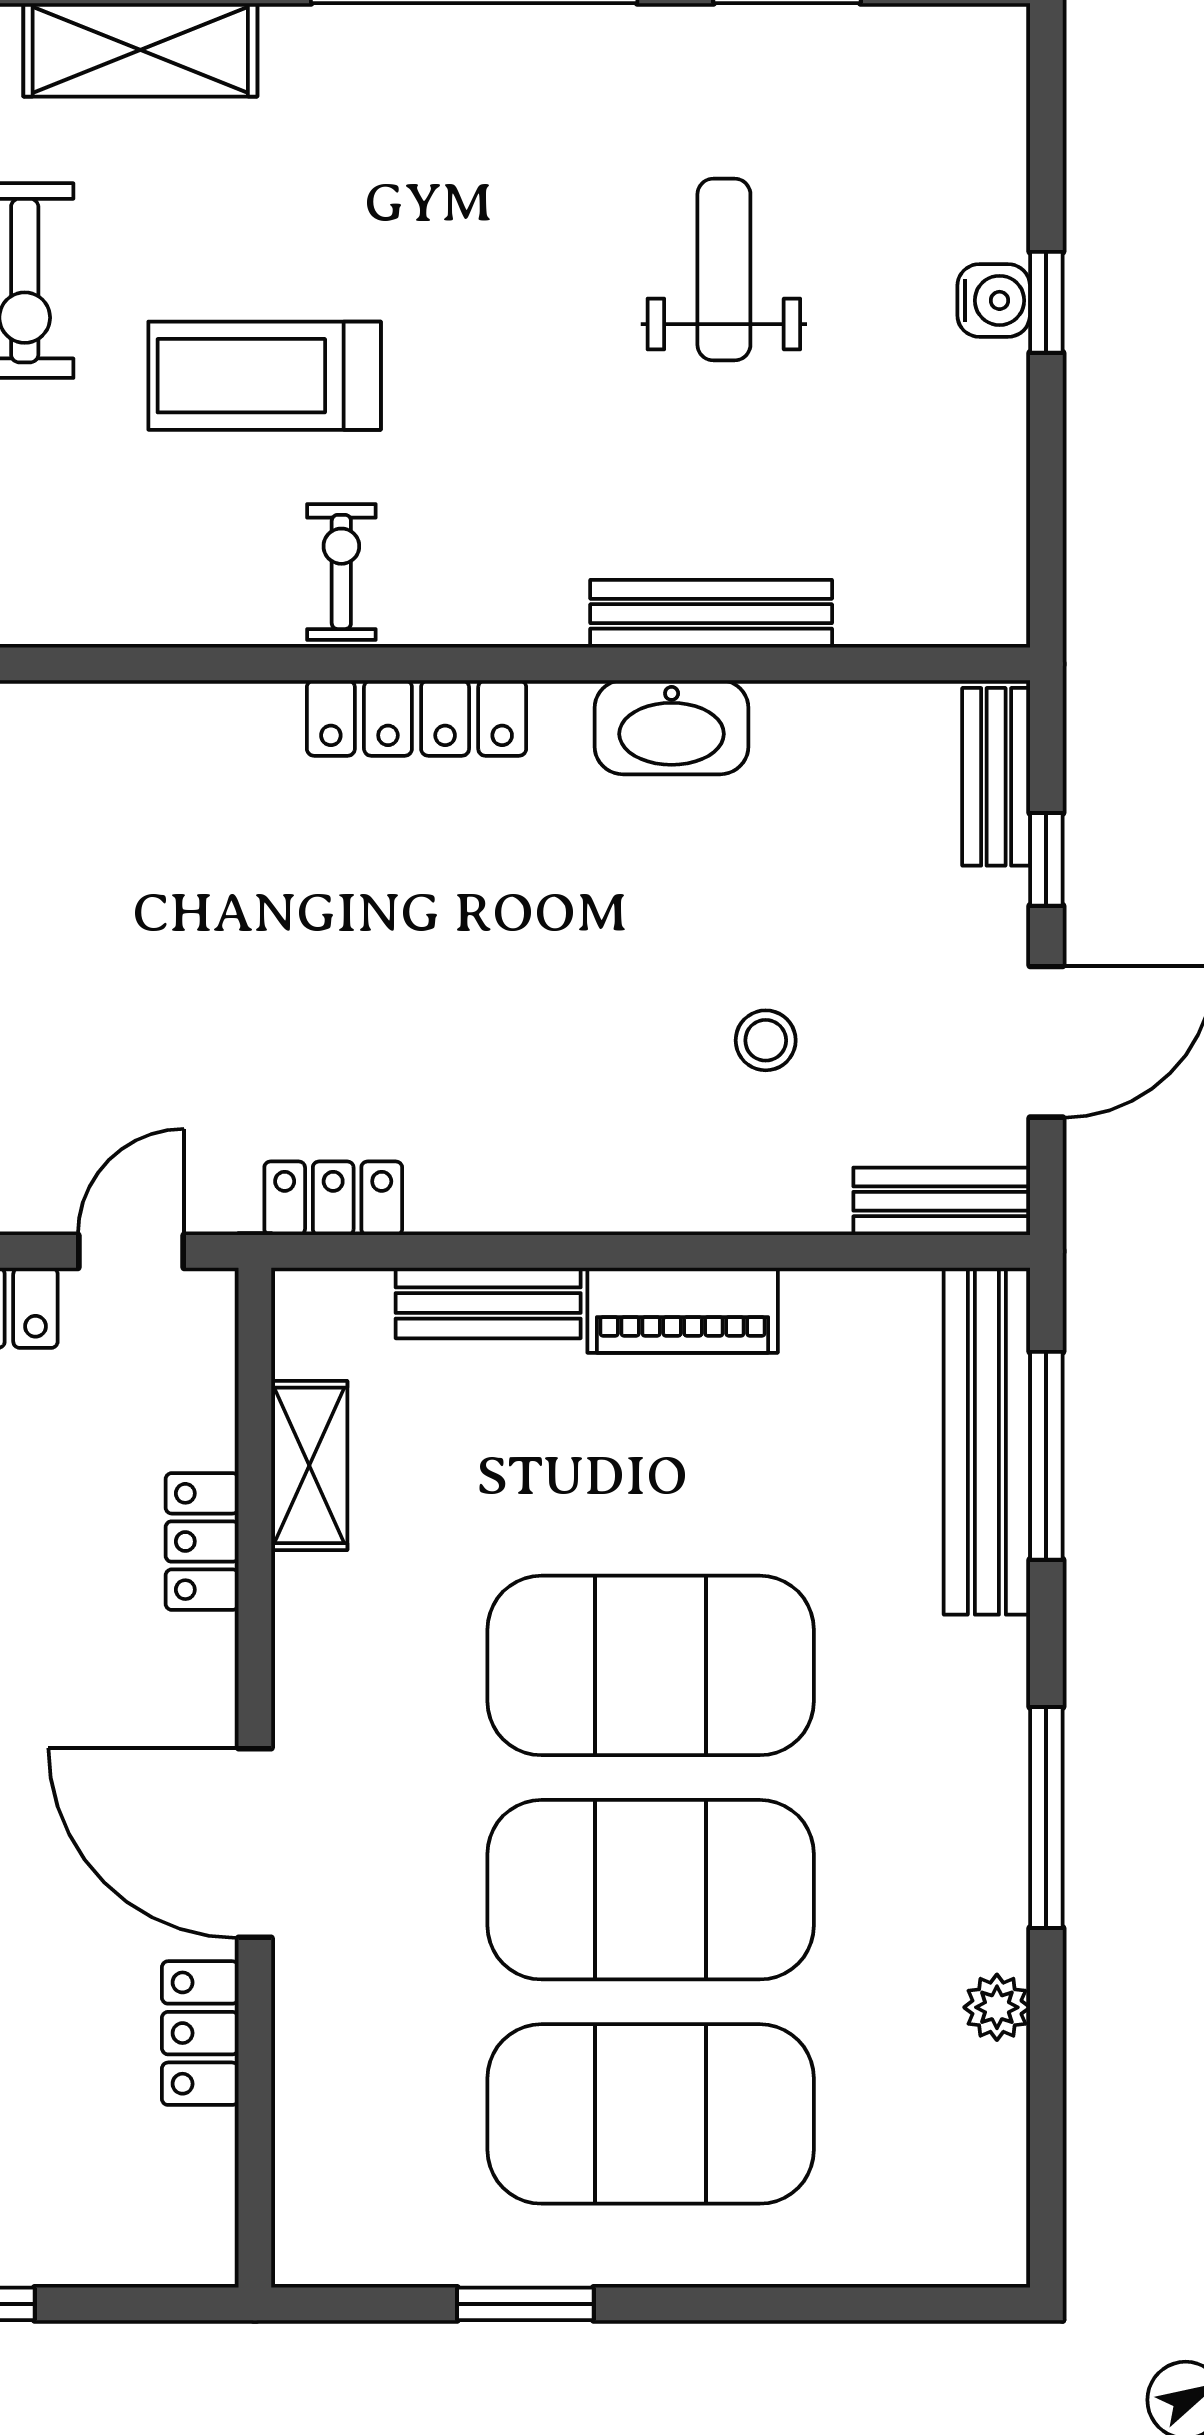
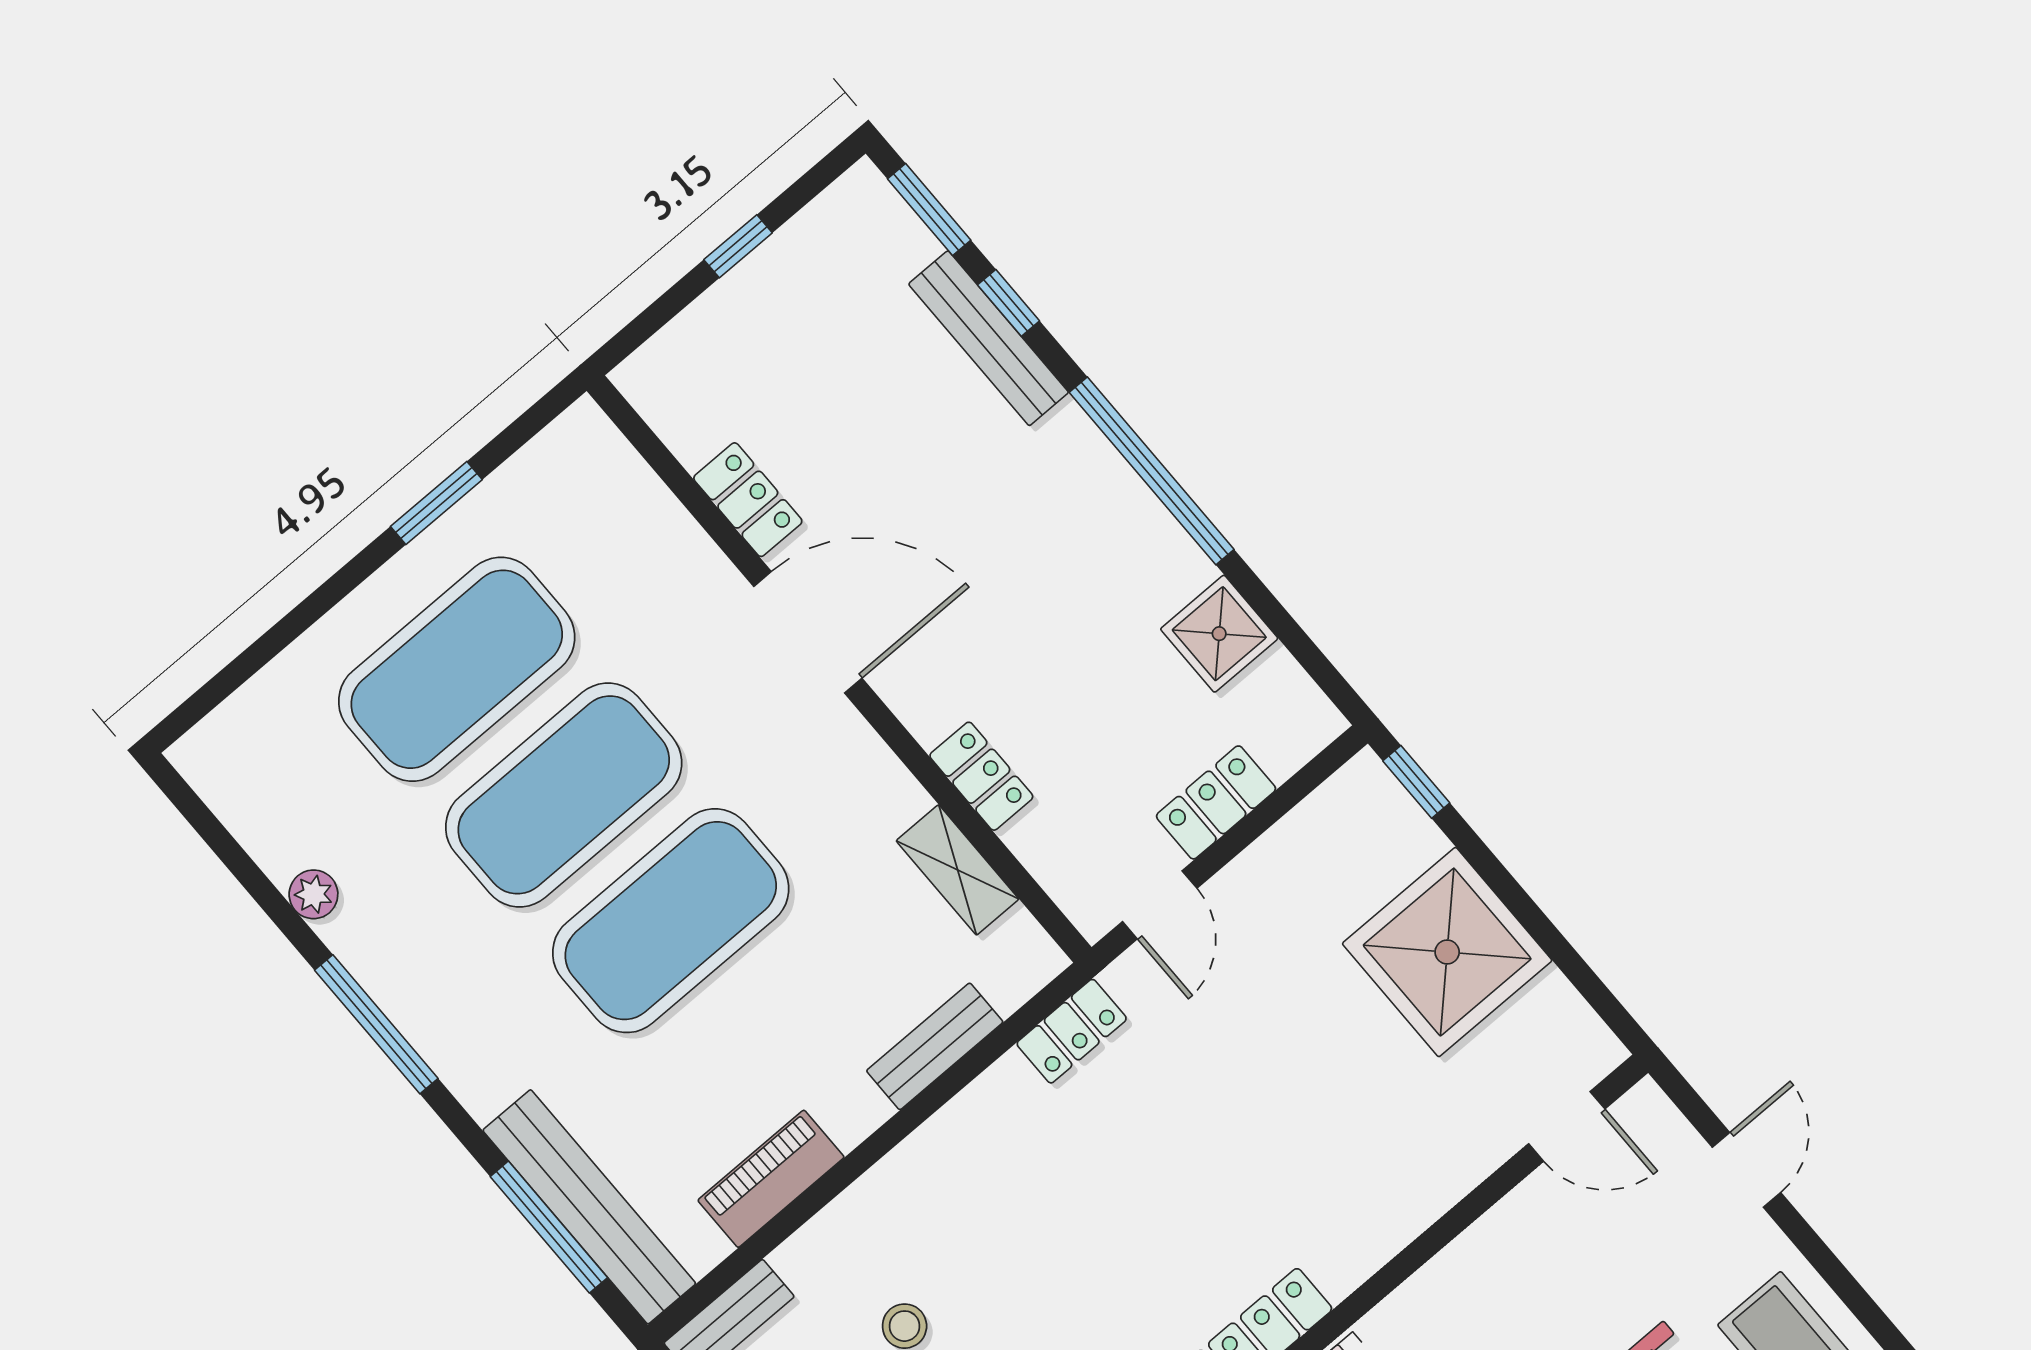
piano: (683, 1310) -> (771, 1179), moved

